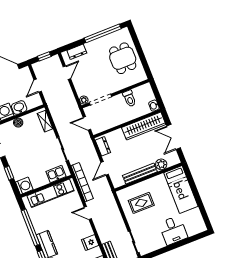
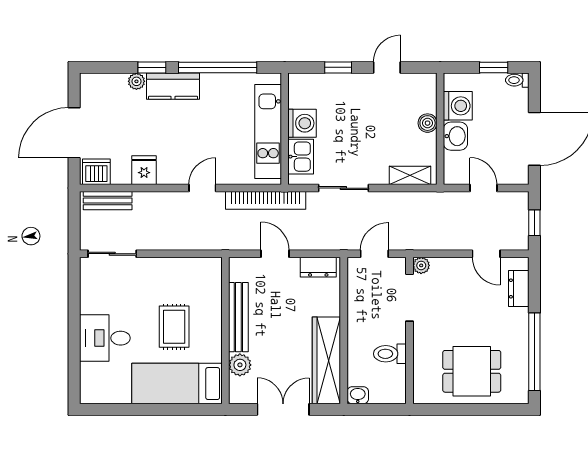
washing machine: (24, 186) -> (302, 123), moved, turned -90
rug: (141, 203) -> (174, 327), moved

